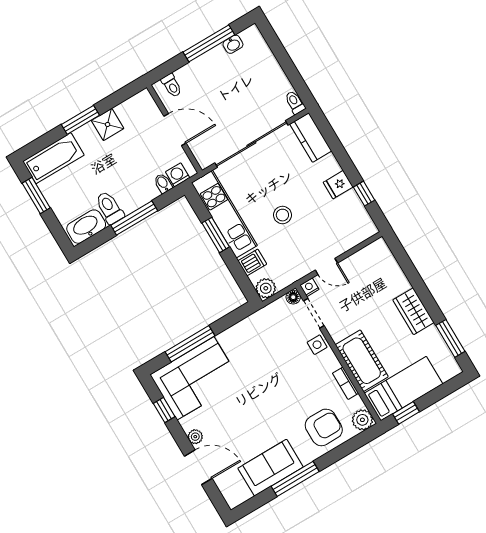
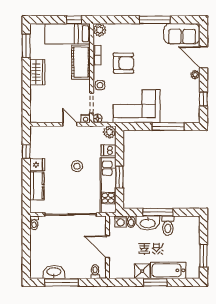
washbasin: (233, 44) -> (54, 272), width x1.91, depth x1.45
kitchen counter: (311, 138) -> (37, 186), moved
bathtub: (53, 158) -> (168, 270), moved
washbasin: (86, 227) -> (148, 223), moved
corner sofa: (195, 378) -> (137, 106), moved
armchair: (324, 427) -> (123, 63), moved, turned 180
sofa: (271, 468) -> (182, 34), moved

